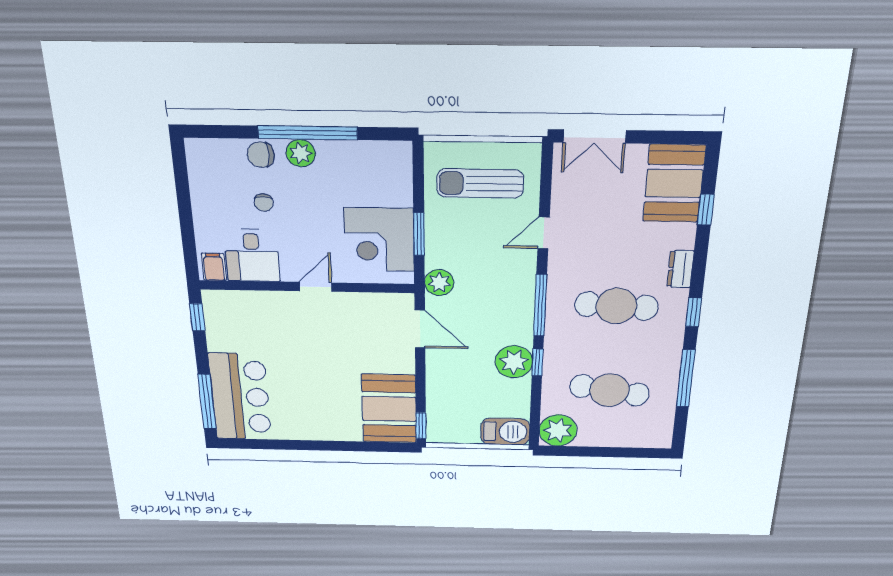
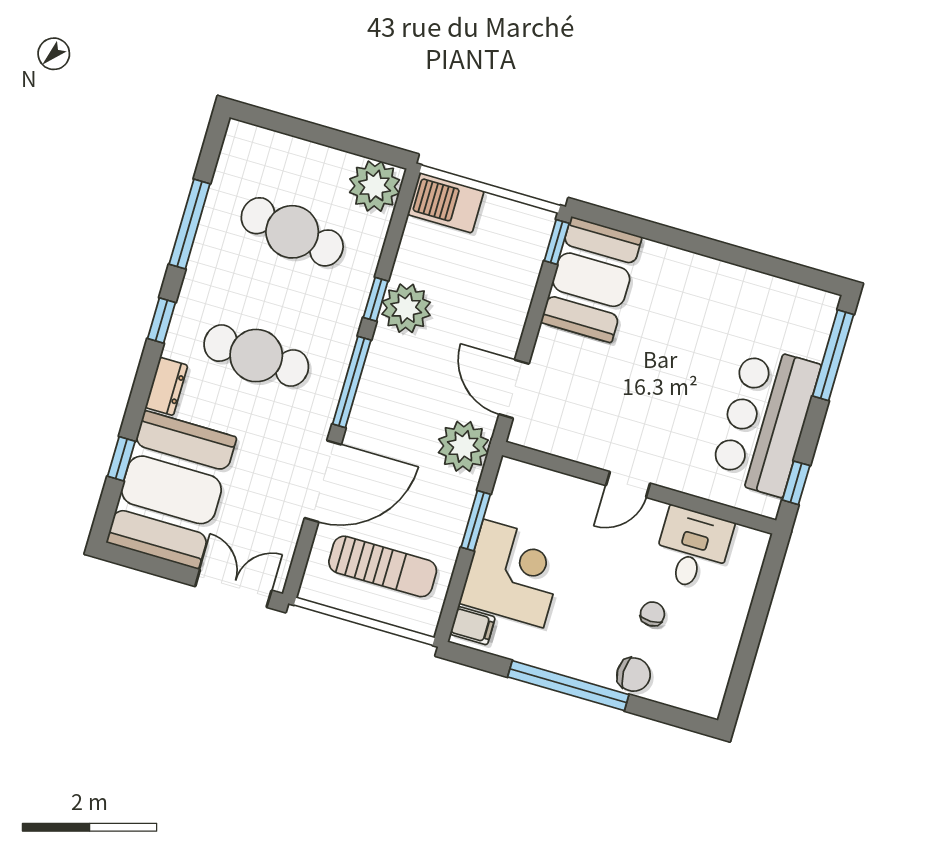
plant: (301, 153) -> (585, 663), removed
booth: (674, 183) -> (171, 490), width x1.36, depth x1.42
door: (544, 233) -> (323, 481), width x1.88
corner desk: (379, 240) -> (513, 573), moved
filing cabinet: (214, 267) -> (473, 626), moved, turned -90
plant: (439, 283) -> (463, 446), width x1.36, depth x1.36
bar counter: (240, 397) -> (765, 421), moved

